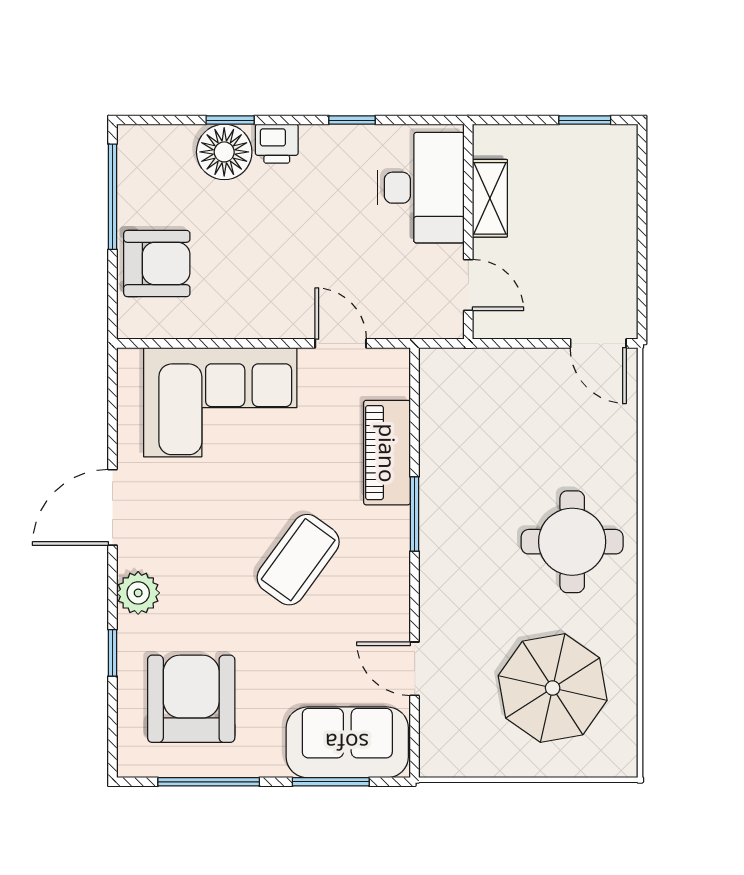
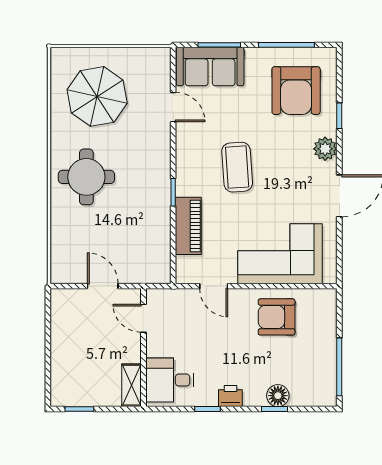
printer: (277, 144) -> (230, 396), moved
floor lamp: (224, 152) -> (278, 396), width x0.73, depth x0.73
desk: (421, 188) -> (170, 380), width x0.73
shelving: (490, 198) -> (132, 385), moved
armchair: (157, 264) -> (277, 317), moved
door: (598, 343) -> (103, 286), moved
window: (415, 514) -> (173, 192), width x0.67
coffee table: (298, 560) -> (237, 167), turned -40

